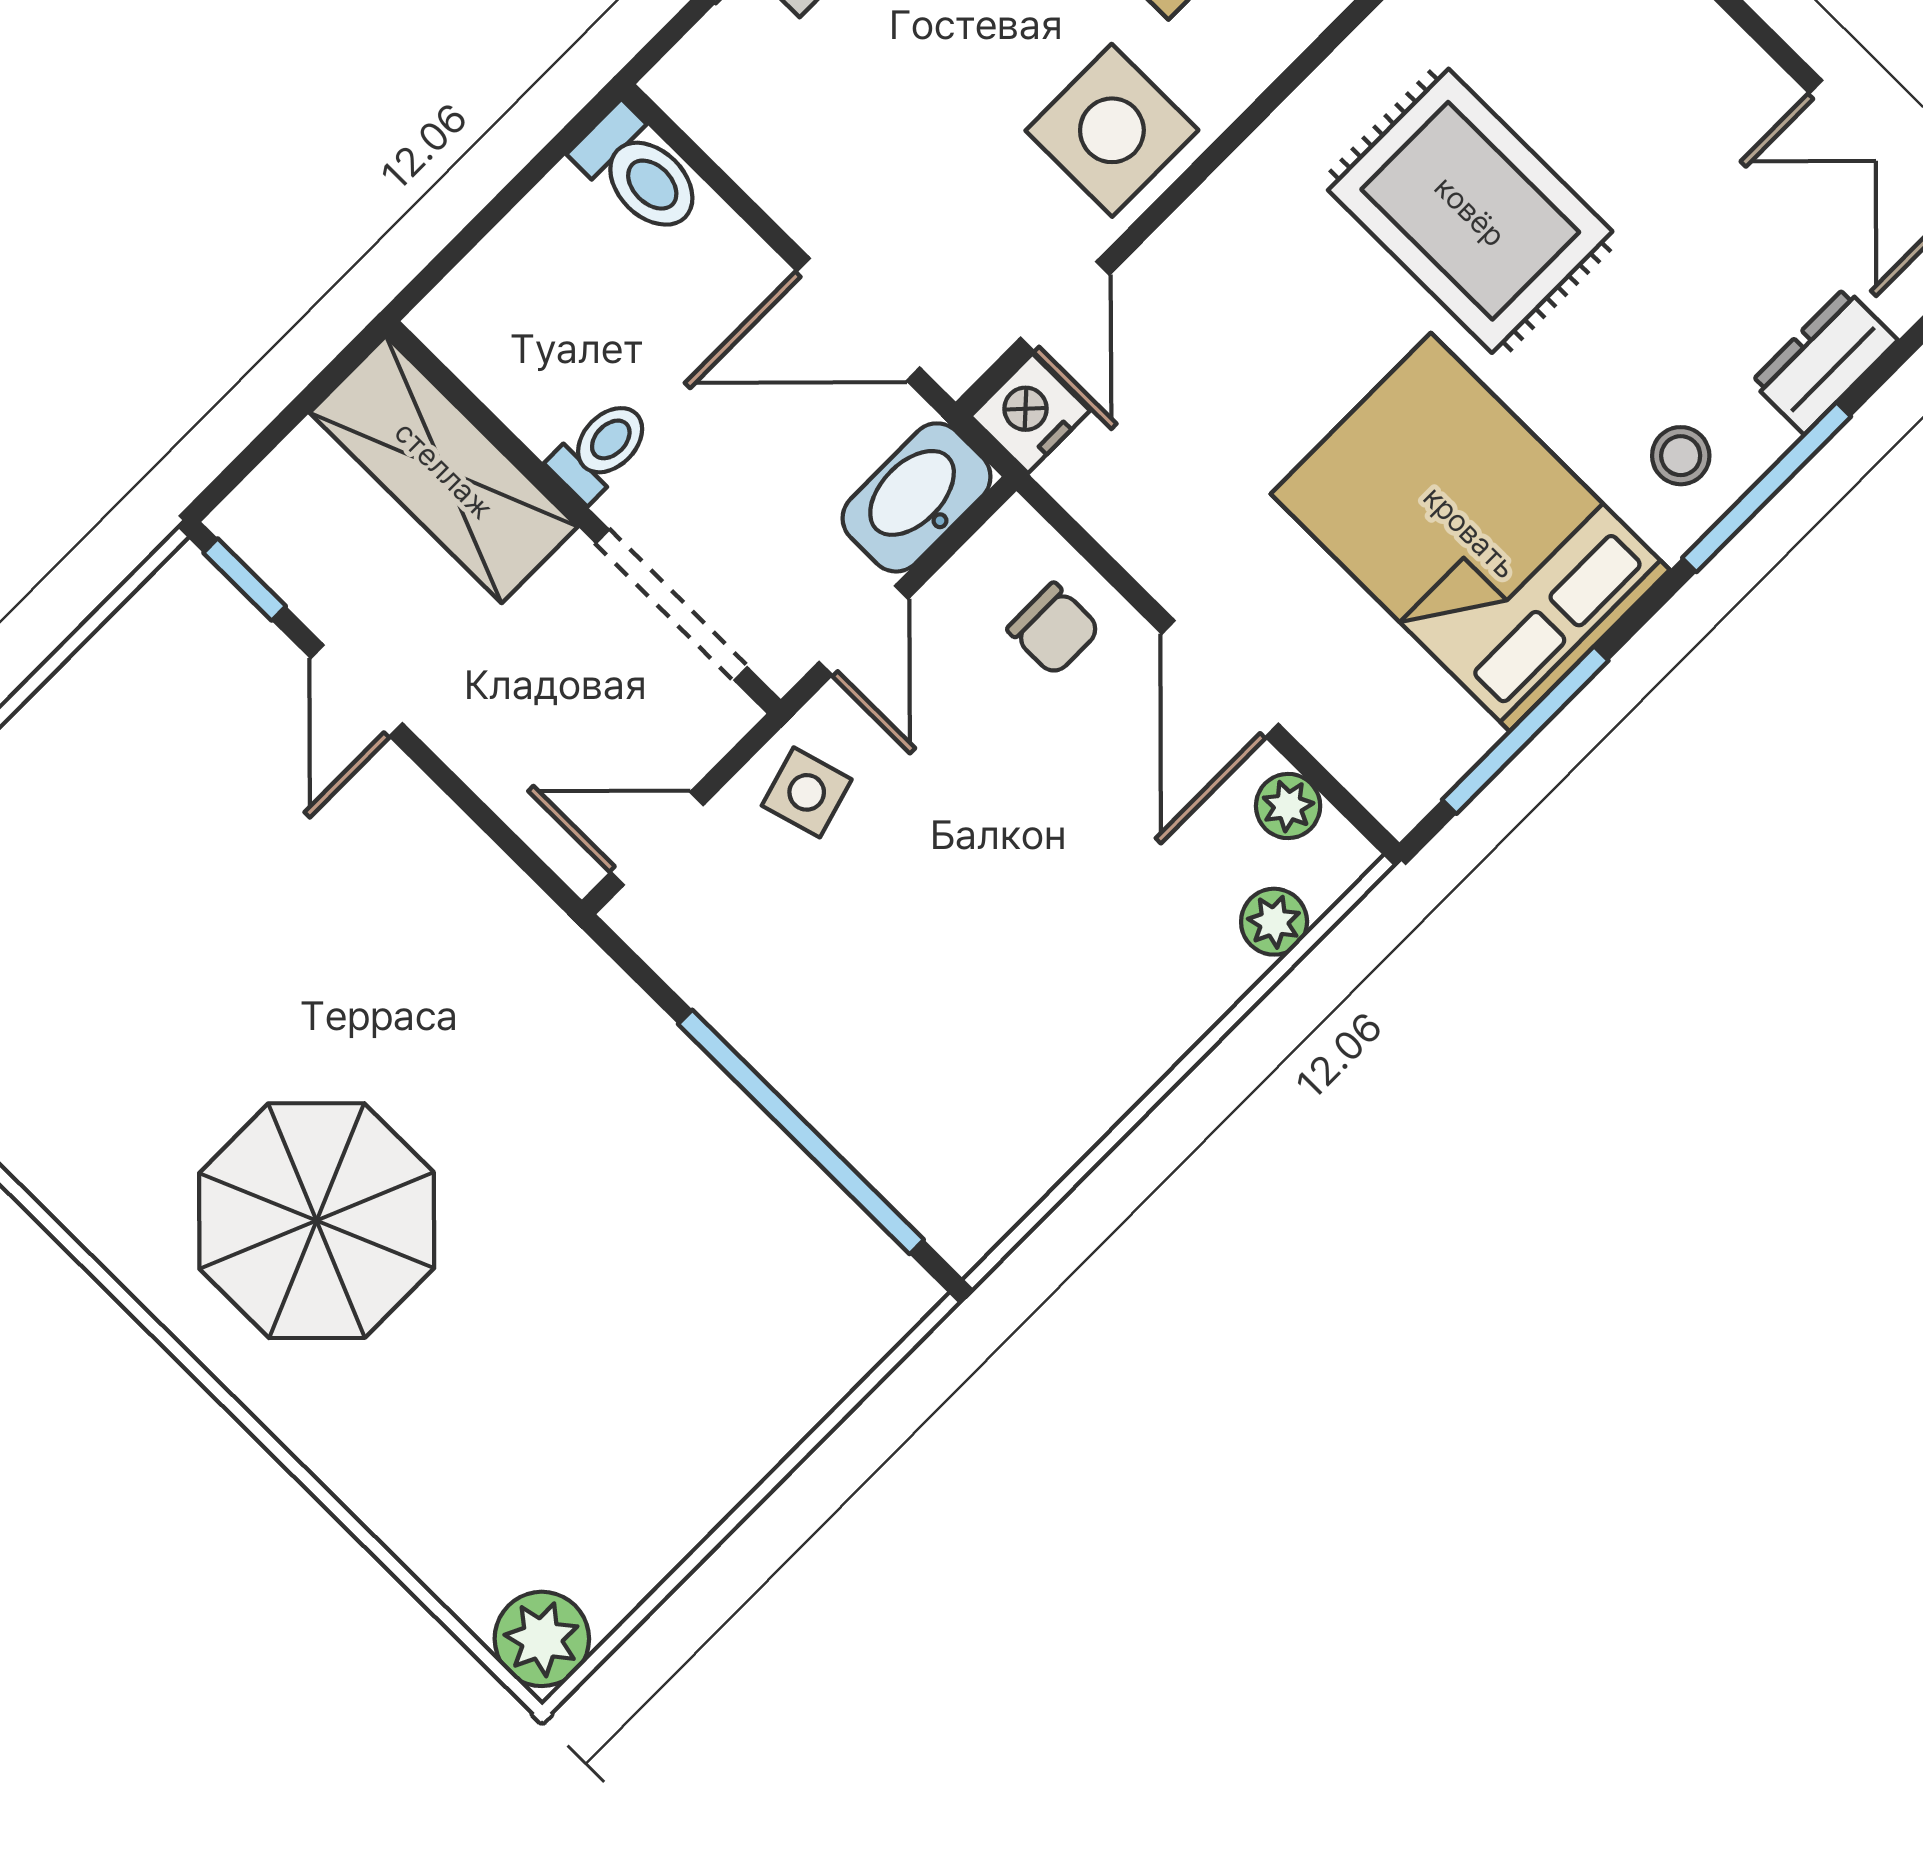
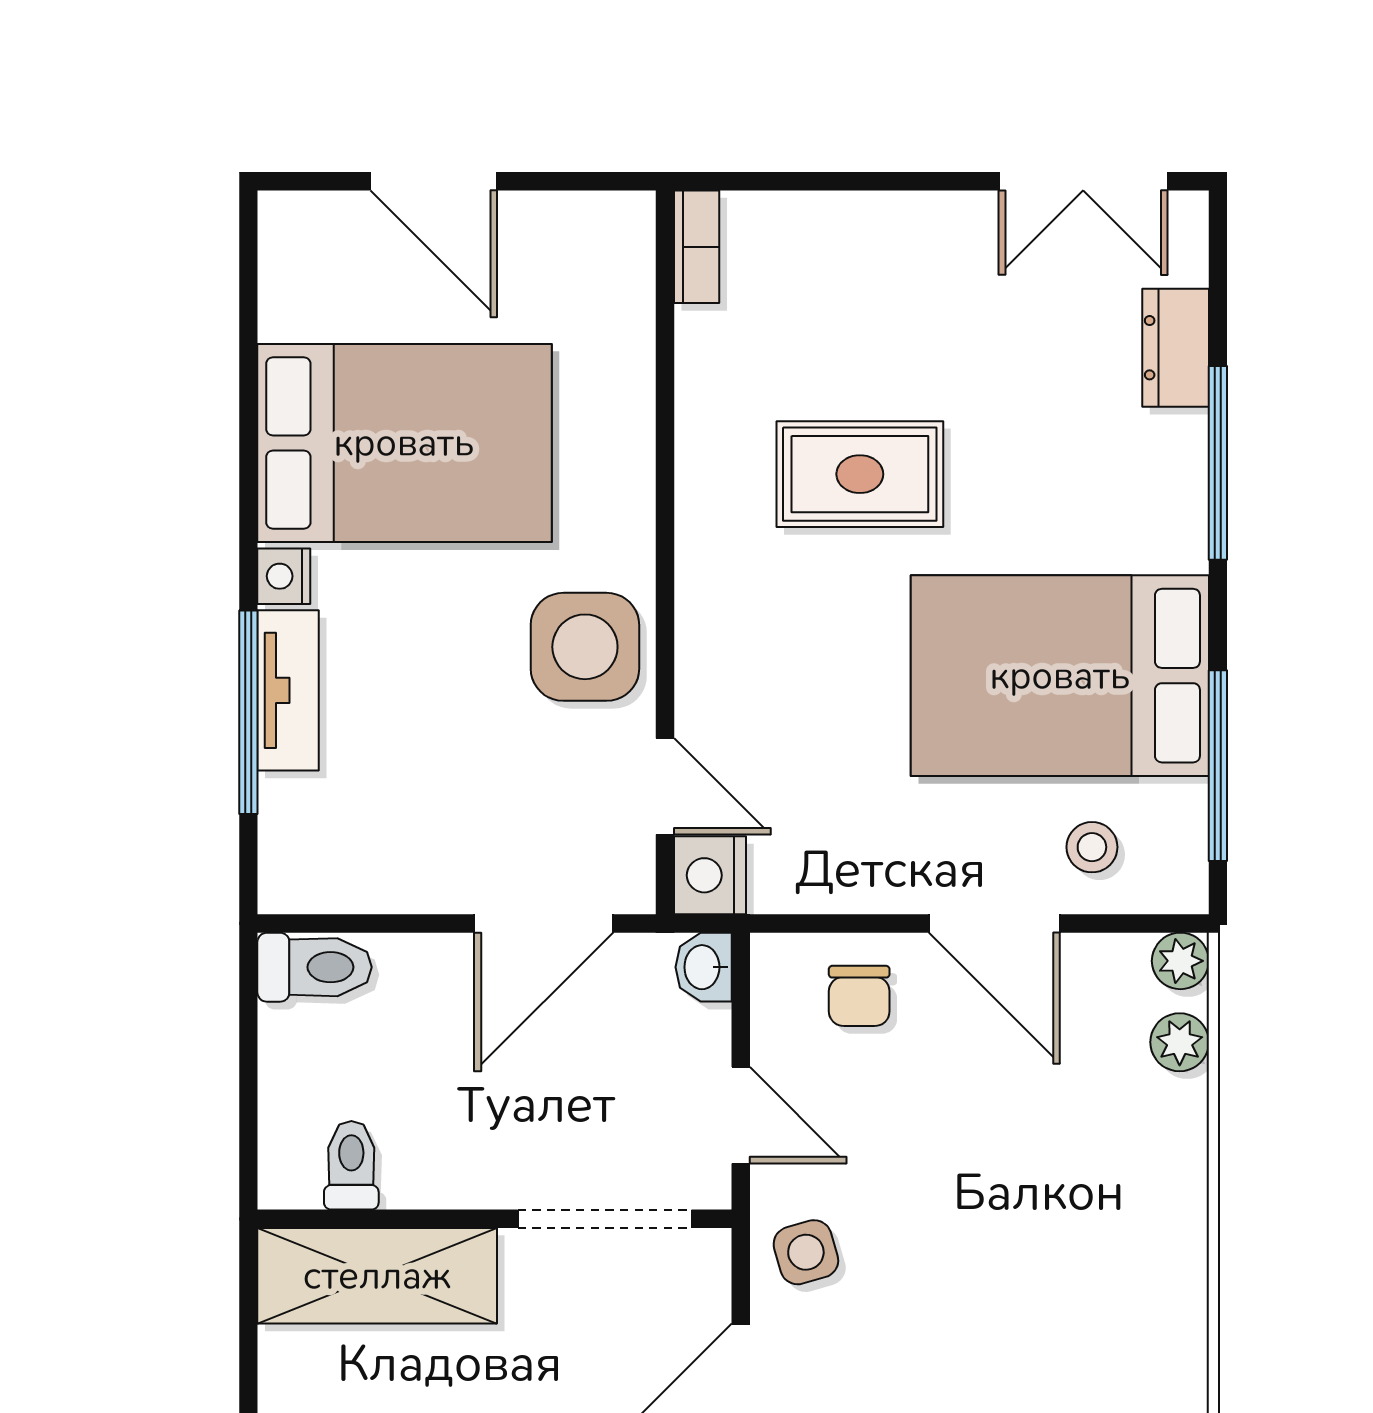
rug: (1470, 211) -> (860, 474), width x0.73, depth x0.70
toilet: (601, 449) -> (351, 1165), moved
stool: (1681, 456) -> (1092, 847), moved
washbasin: (917, 497) -> (704, 967), width x0.52, depth x0.69
chair: (1054, 629) -> (859, 996), turned 90
plant: (1288, 806) -> (1180, 961), moved

